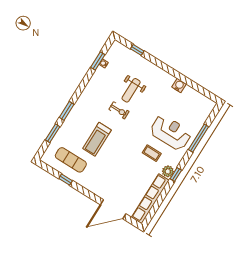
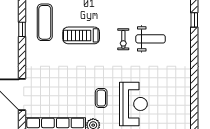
water cooler: (179, 85) -> (185, 83), removed
weight bench: (131, 90) -> (151, 39), turned 180

